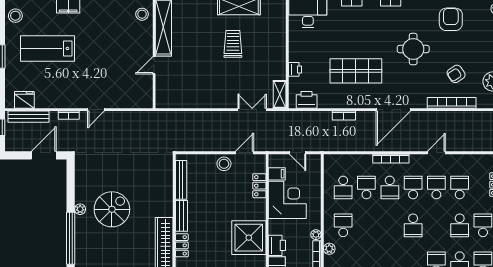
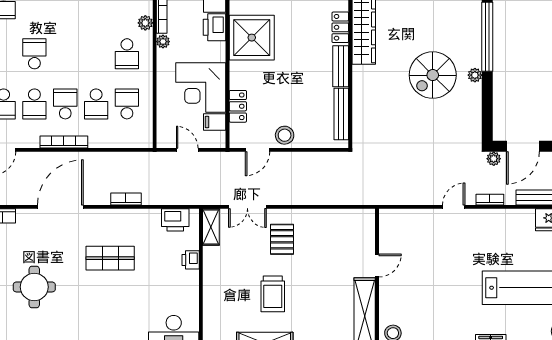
shop shelf: (356, 71) -> (110, 258), width x0.70, depth x0.74
pallet: (226, 85) -> (282, 239), added
plant: (66, 146) -> (494, 159), added

